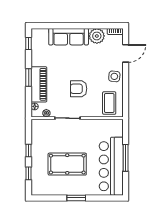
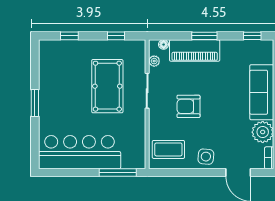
armchair: (79, 89) -> (188, 106), turned -90
window: (29, 151) -> (116, 36), moved
window: (126, 158) -> (118, 173), moved
pool table: (67, 164) -> (107, 86), moved

